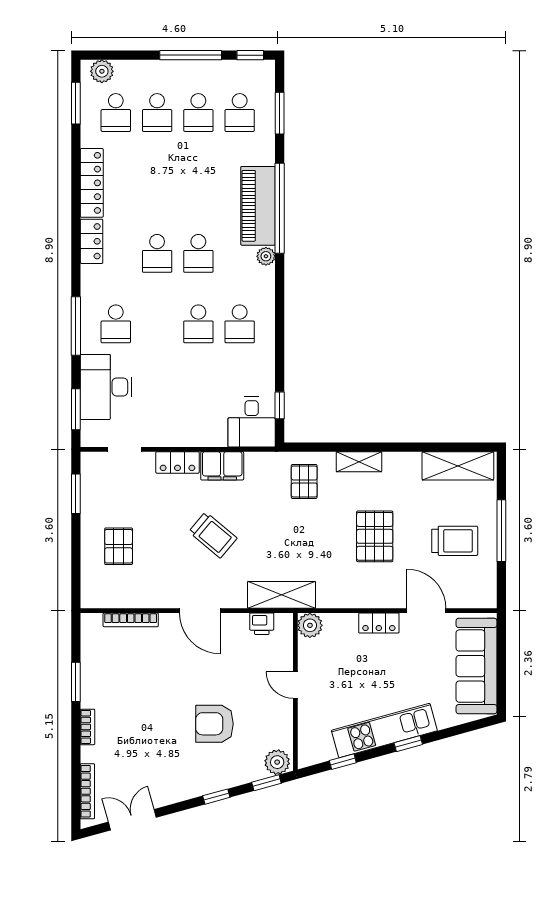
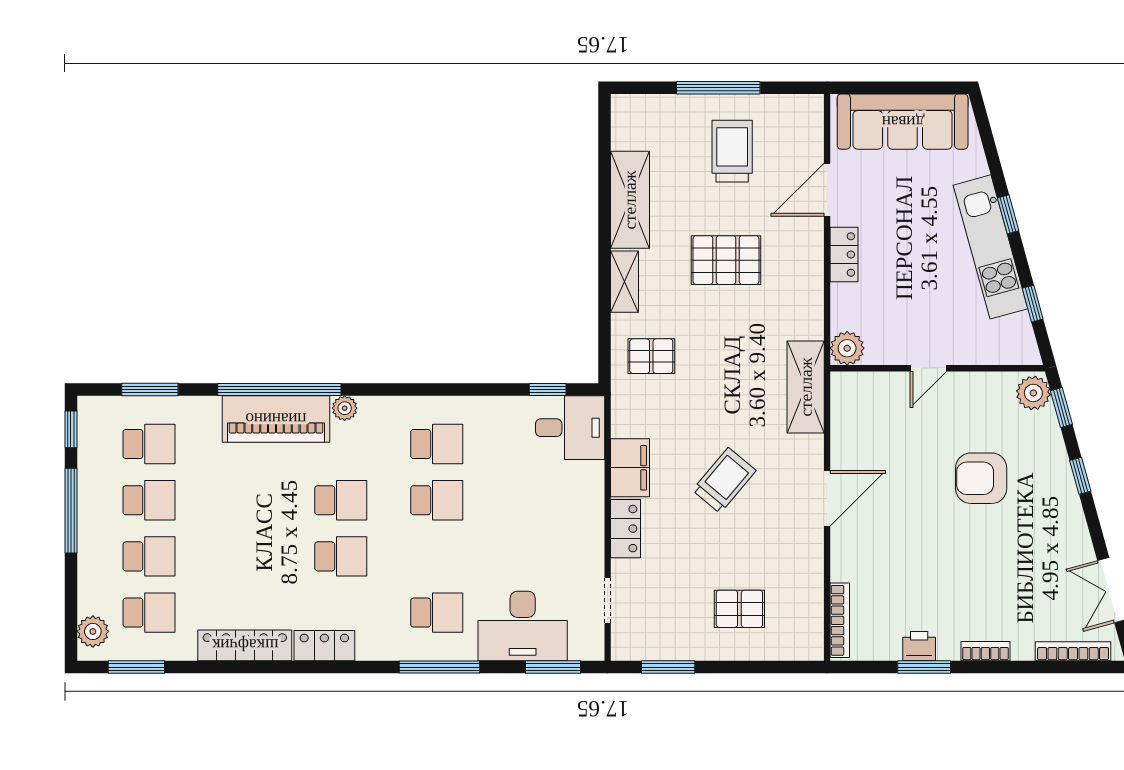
shelving: (458, 466) -> (630, 200), moved
bookcase: (131, 620) -> (840, 620), moved
printer: (262, 624) -> (919, 646), moved, turned -90
armchair: (214, 724) -> (981, 478), turned 90

